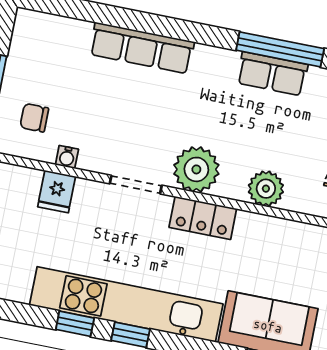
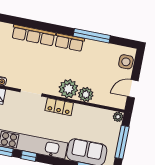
row of seats: (272, 74) -> (69, 42), moved
plant: (196, 169) -> (68, 89), moved

